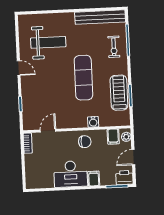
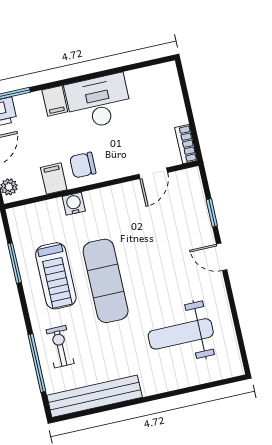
door: (19, 68) -> (222, 257), moved
treadmill: (119, 93) -> (56, 276), moved
filing cabinet: (113, 137) -> (54, 179), moved

